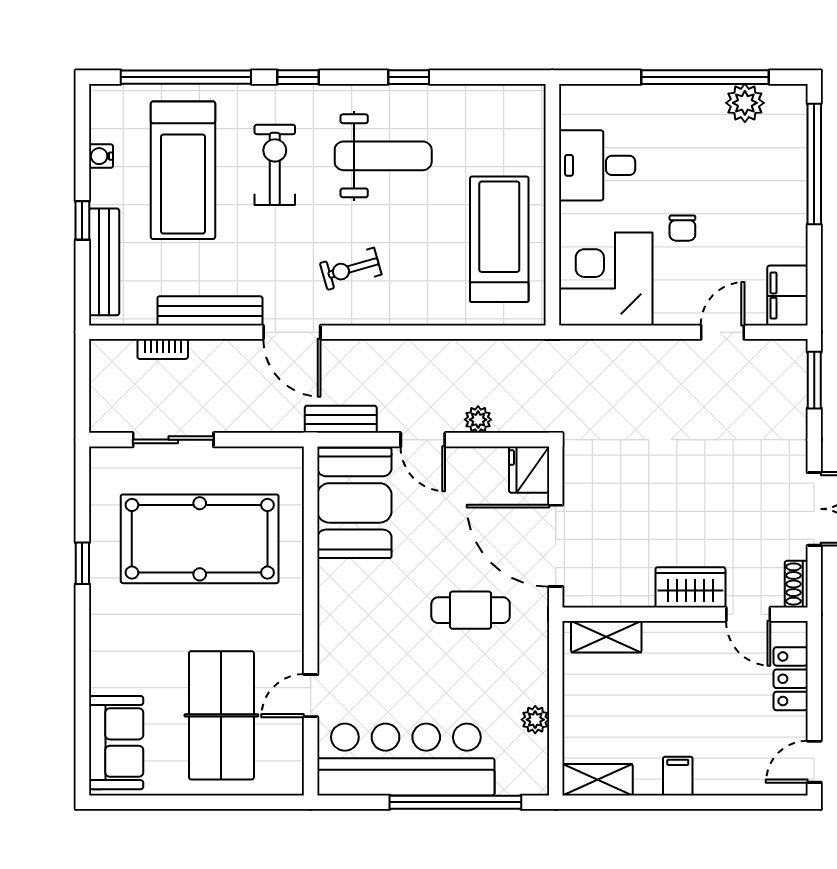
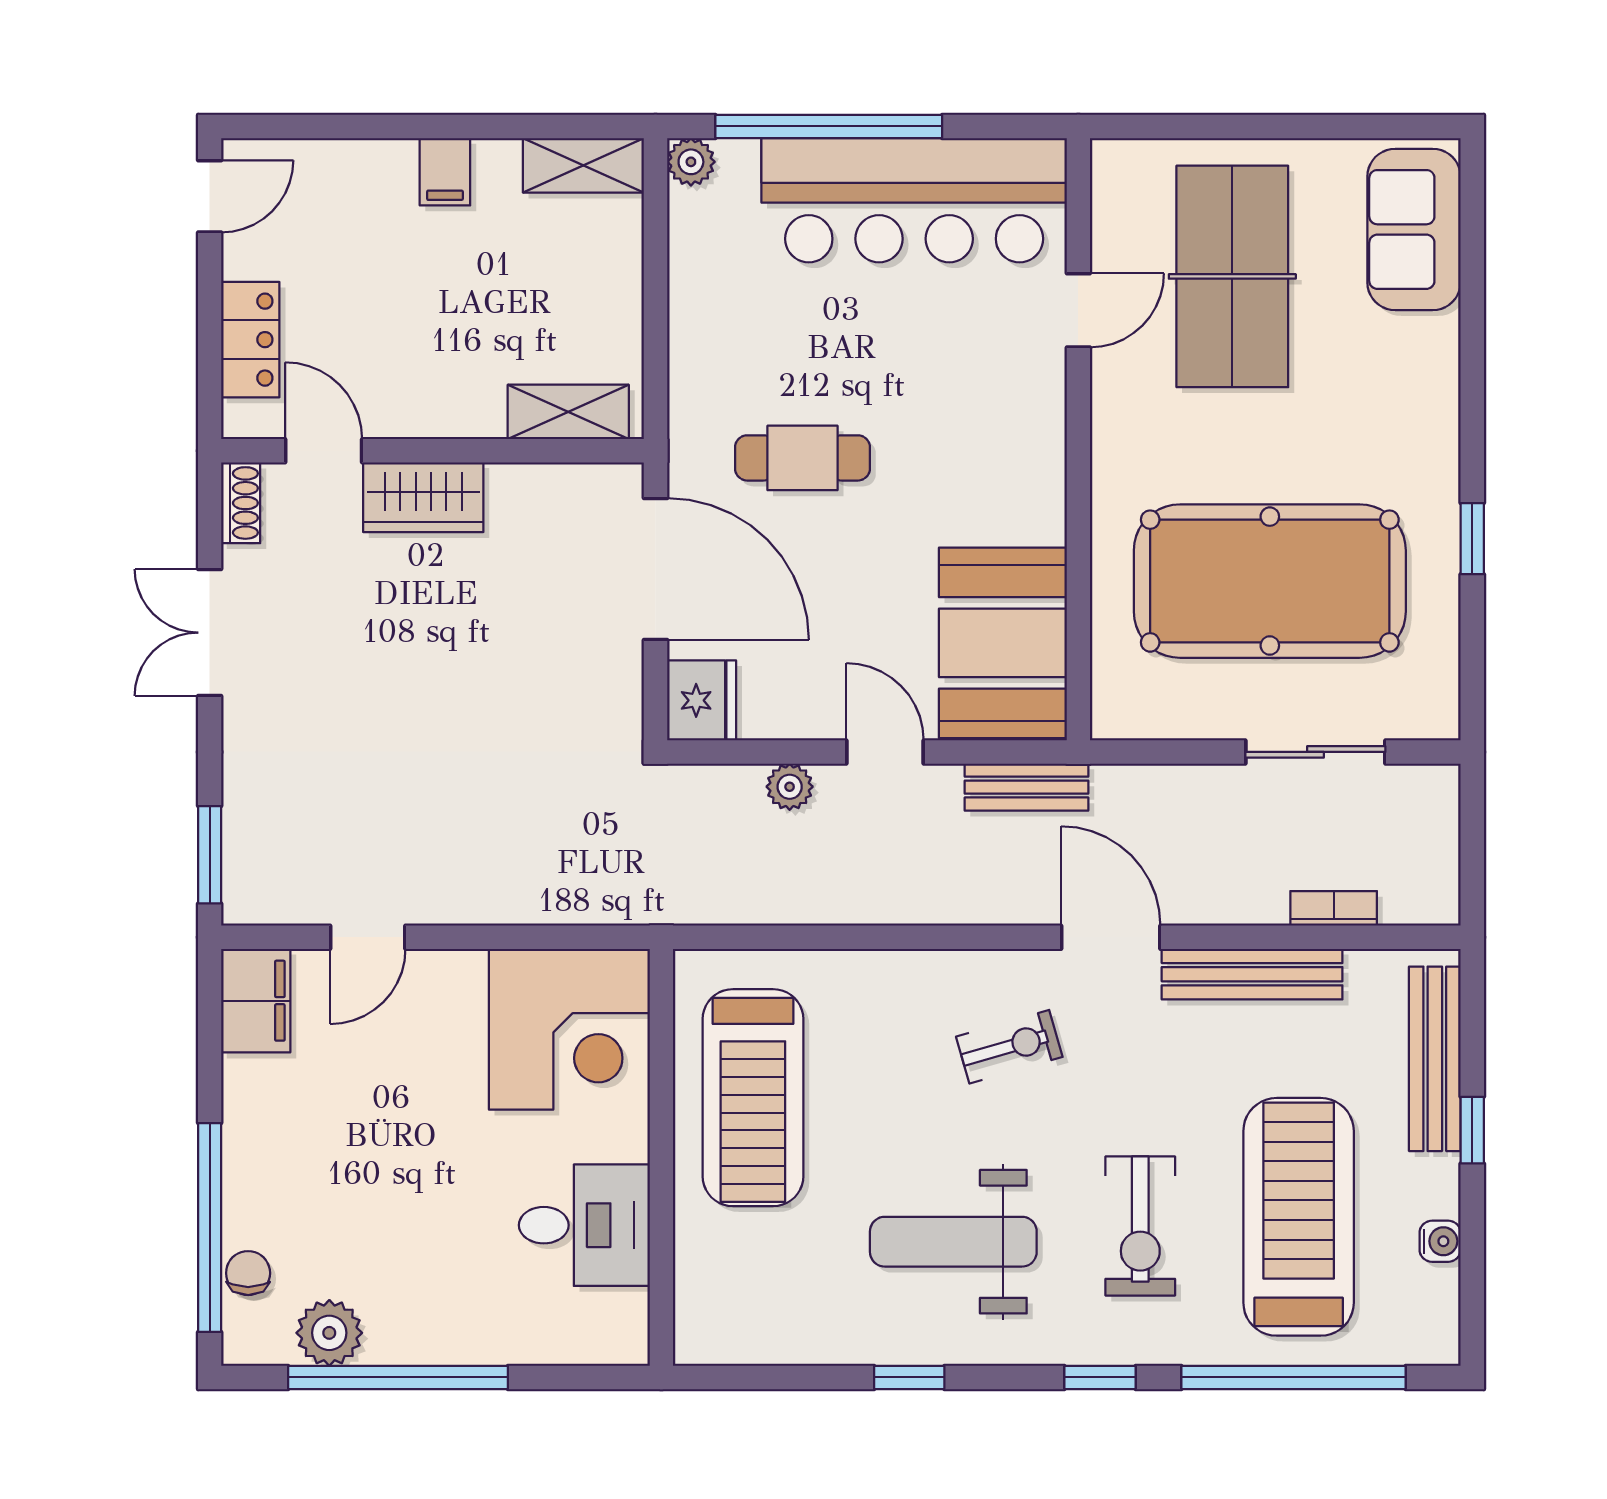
chair: (682, 228) -> (248, 1273), moved
plant: (535, 720) -> (691, 162), moved

